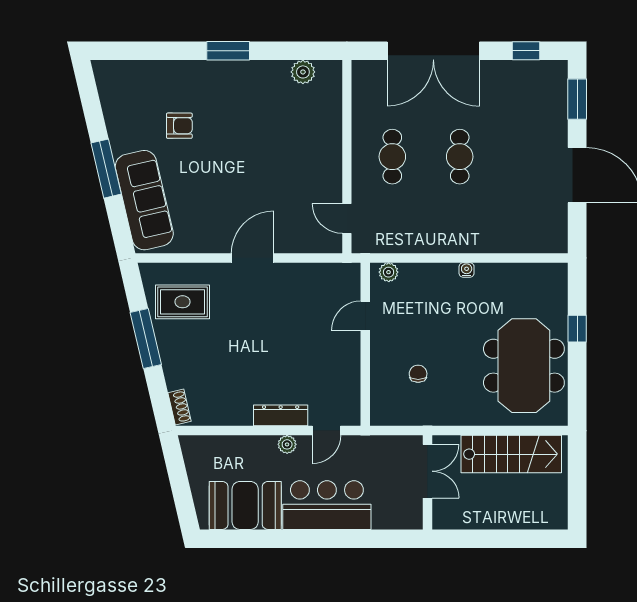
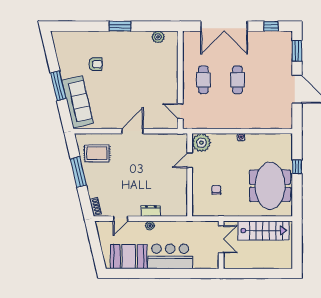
plant: (389, 272) -> (201, 143), width x1.87, depth x1.87
dresser: (281, 415) -> (151, 211), width x0.70
door: (326, 431) -> (121, 219), moved

